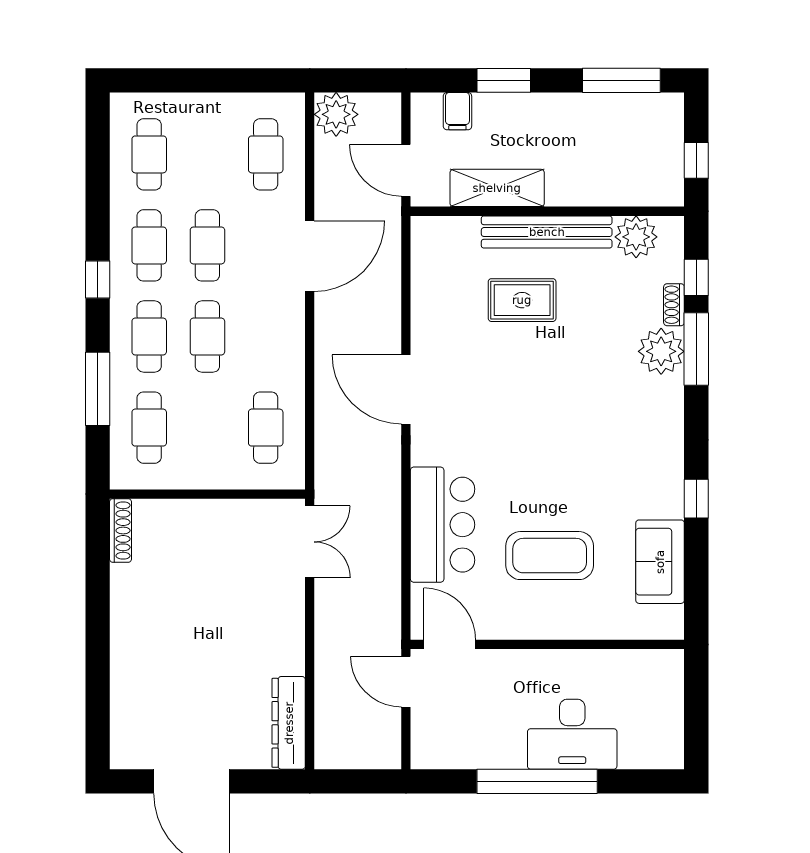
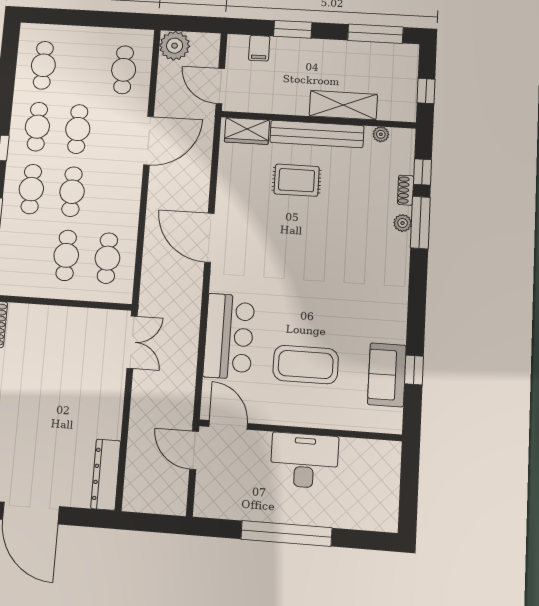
shelving: (497, 188) -> (343, 105), moved
wardrobe: (448, 234) -> (247, 131), added
plant: (636, 237) -> (381, 134), width x0.53, depth x0.53
plant: (661, 351) -> (403, 223), width x0.53, depth x0.53
cafe table: (149, 428) -> (66, 255), moved
window: (696, 499) -> (414, 370), moved
desk: (572, 734) -> (304, 461), moved, turned 180

